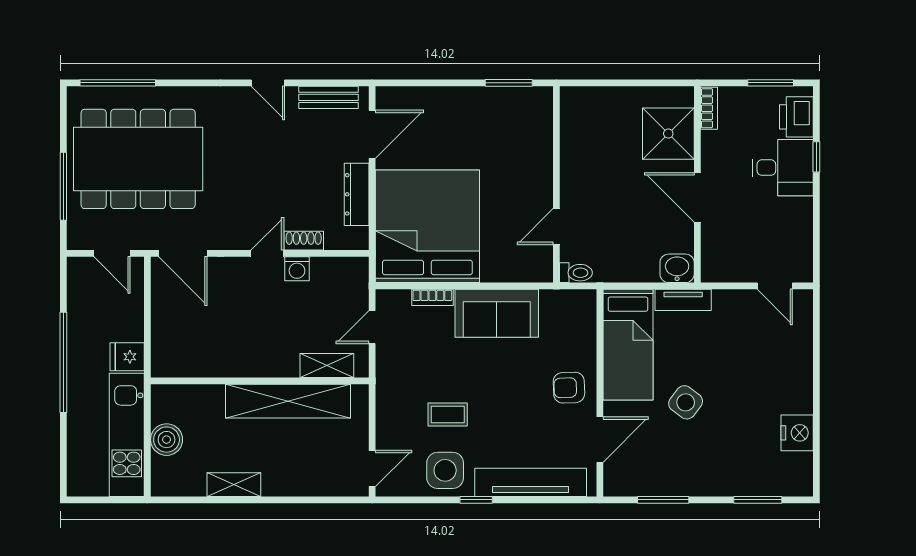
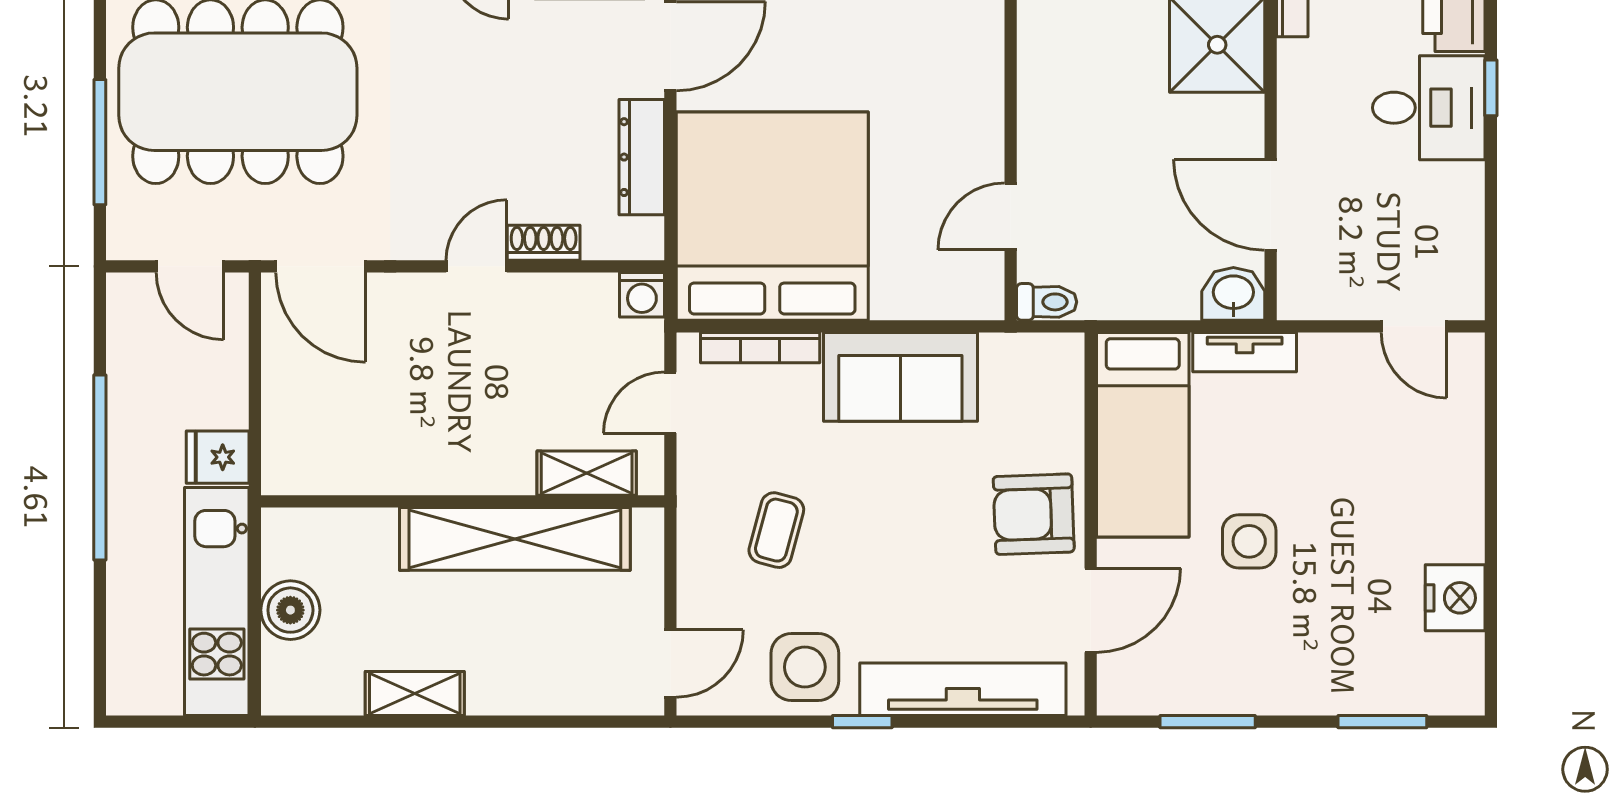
door: (697, 197) -> (1271, 205), moved
washing machine: (297, 269) -> (642, 295), moved
bookcase: (432, 297) -> (760, 348), width x1.56
armchair: (569, 388) -> (1034, 514), width x1.38, depth x1.38
side table: (686, 402) -> (1249, 541), turned -37
coffee table: (448, 414) -> (776, 530), moved, turned -75

